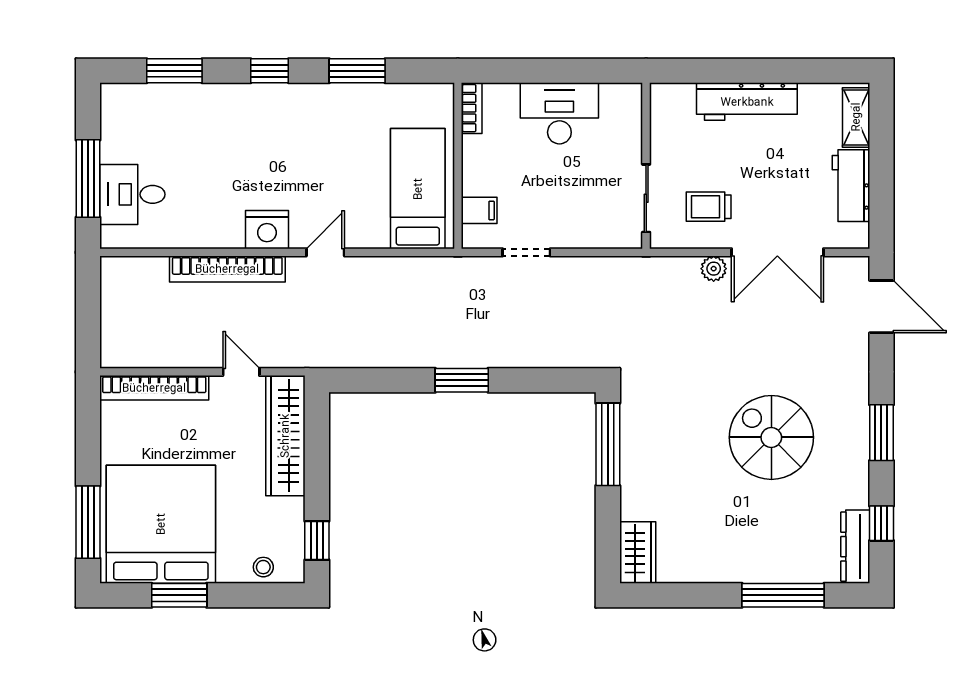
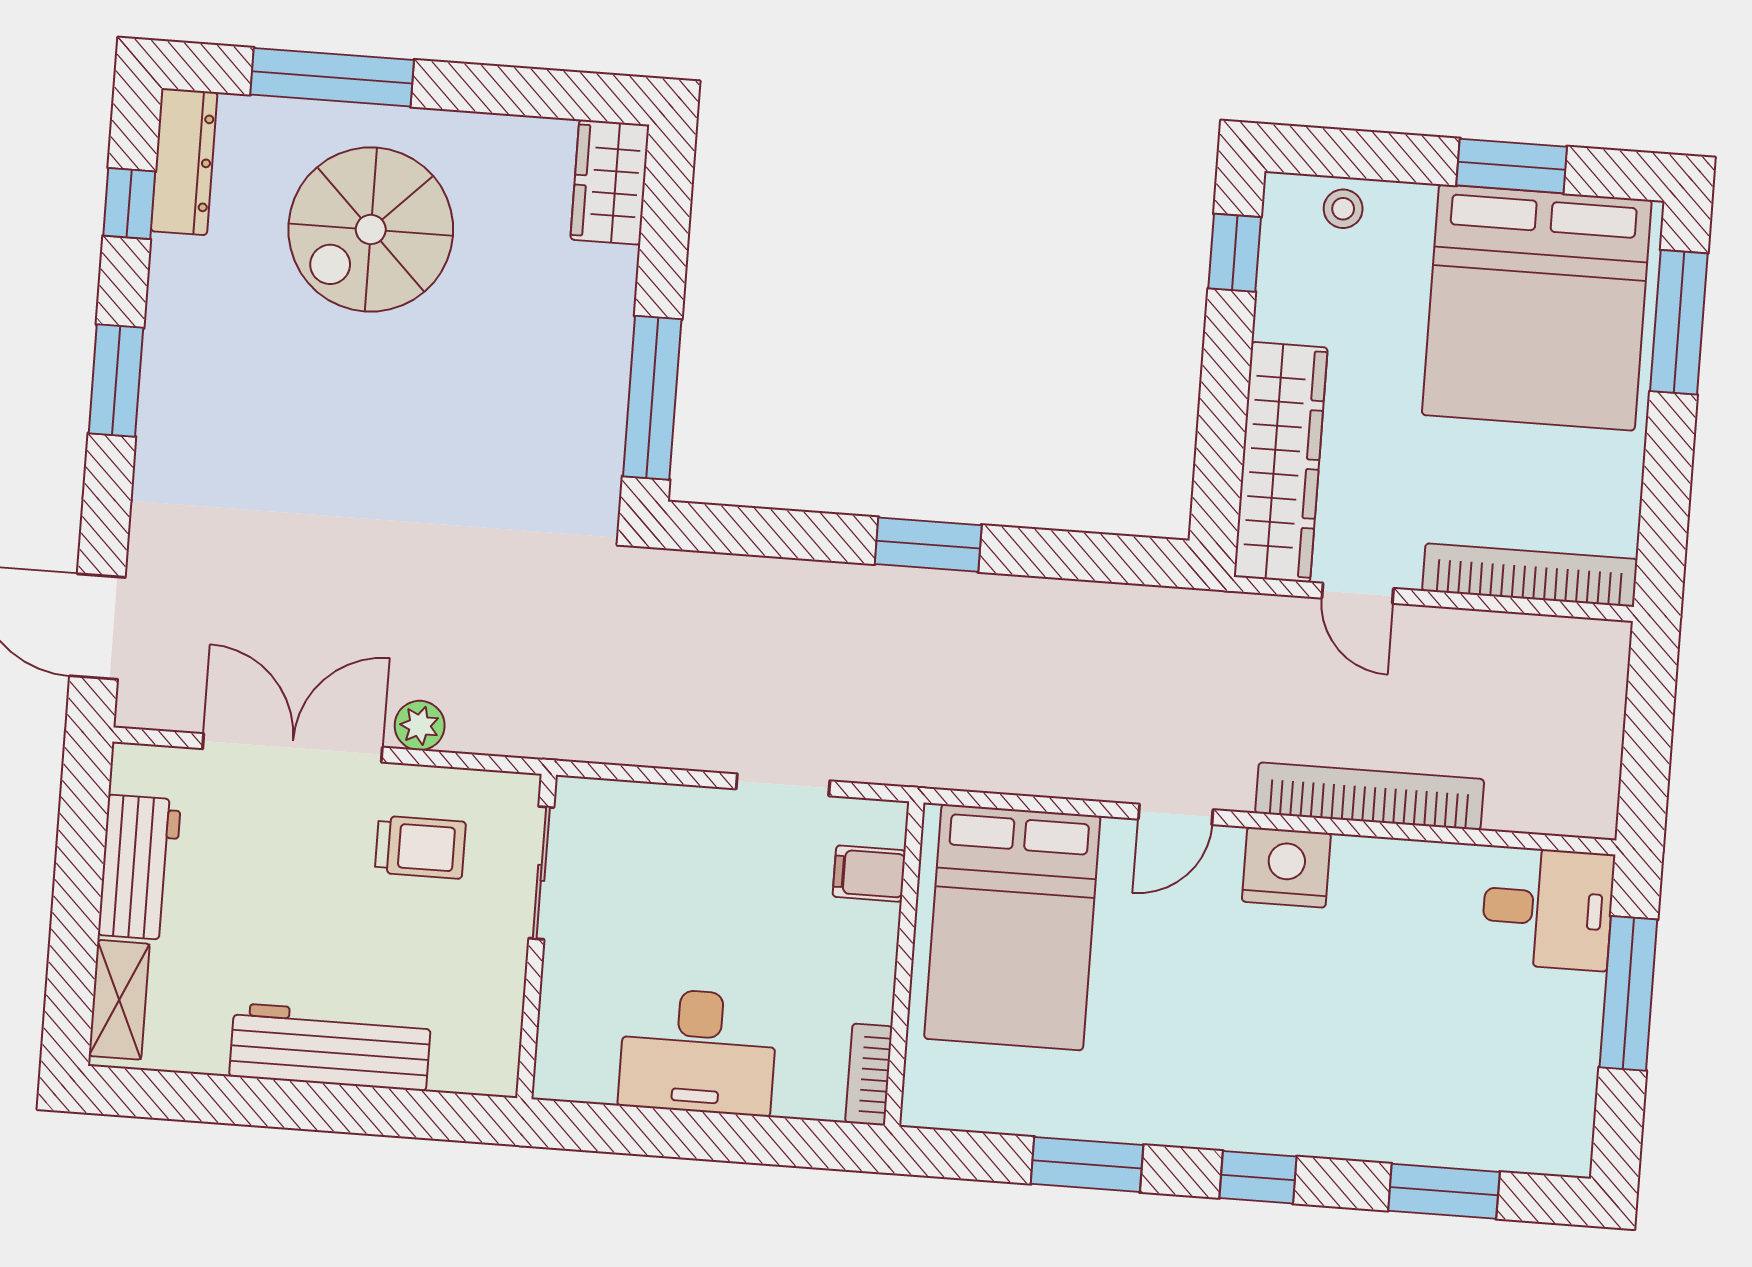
bed: (418, 189) -> (1012, 927), width x1.50
desk: (132, 194) -> (1548, 908), moved
spiral stairs: (771, 437) -> (371, 229), moved, turned 90

